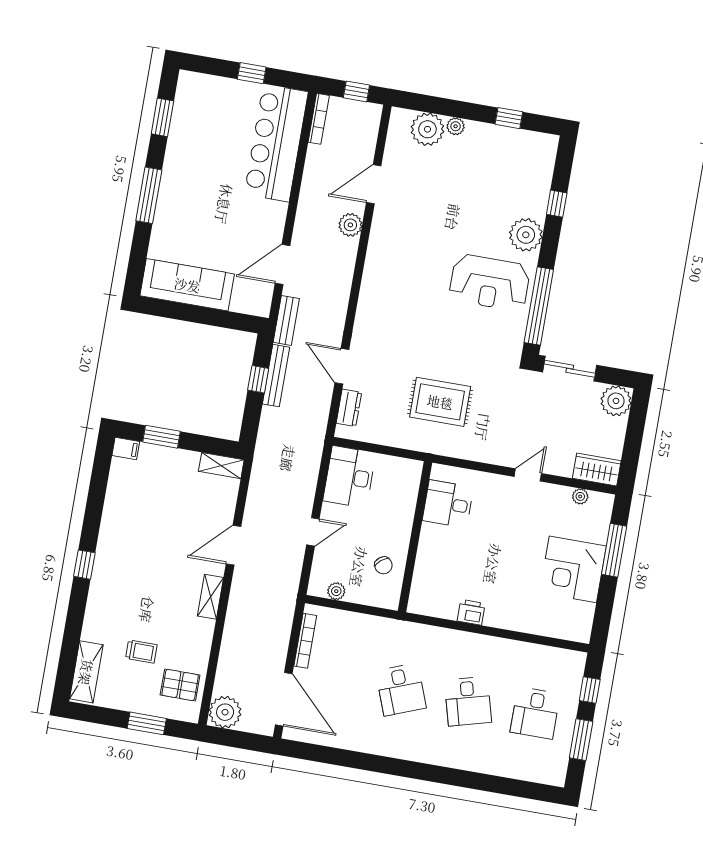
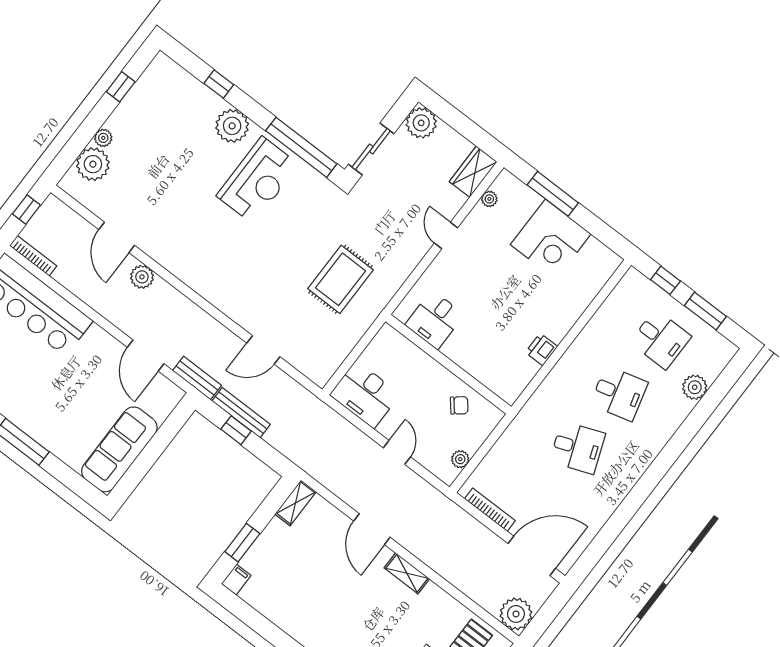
dresser: (349, 408) -> (304, 363), removed
plant: (508, 765) -> (695, 387), added

